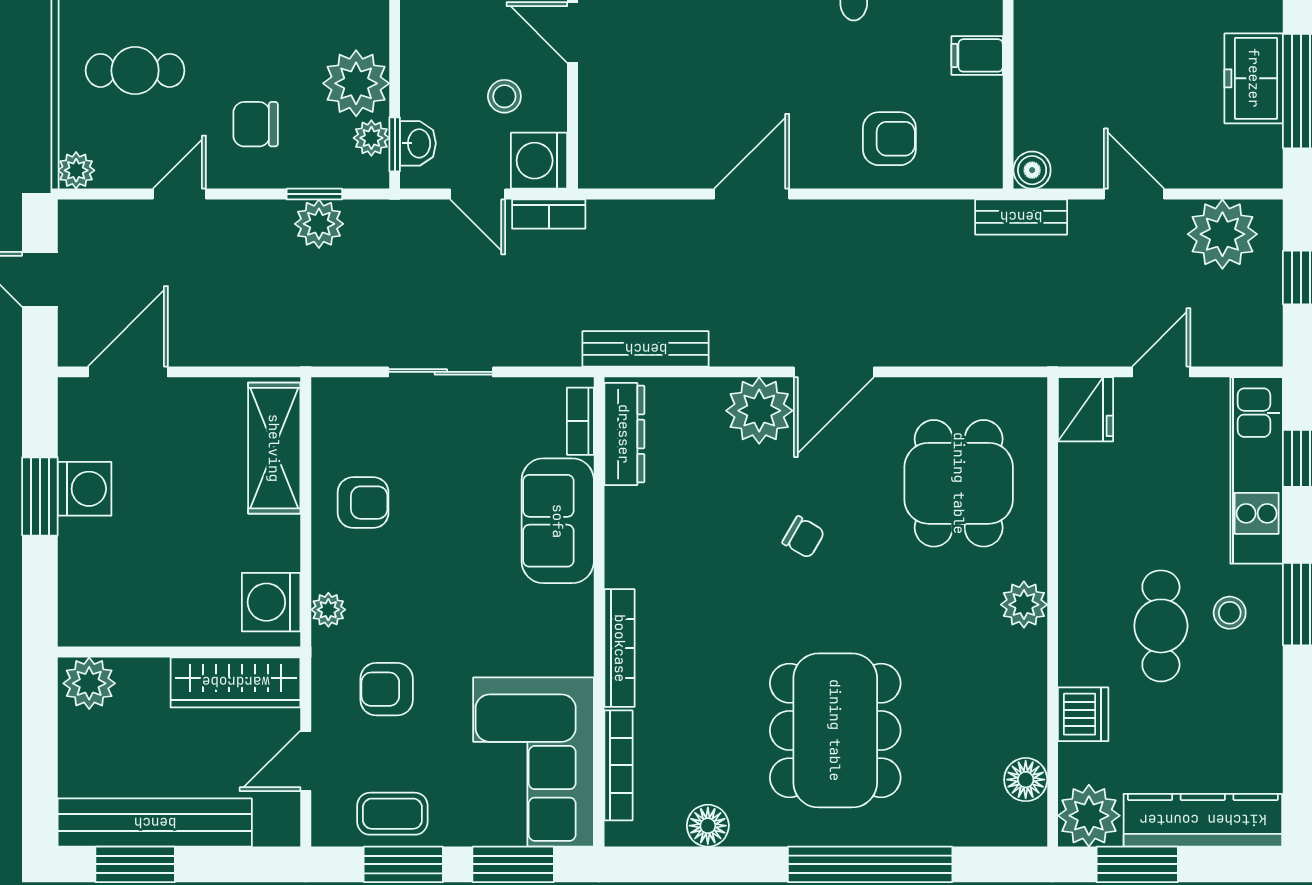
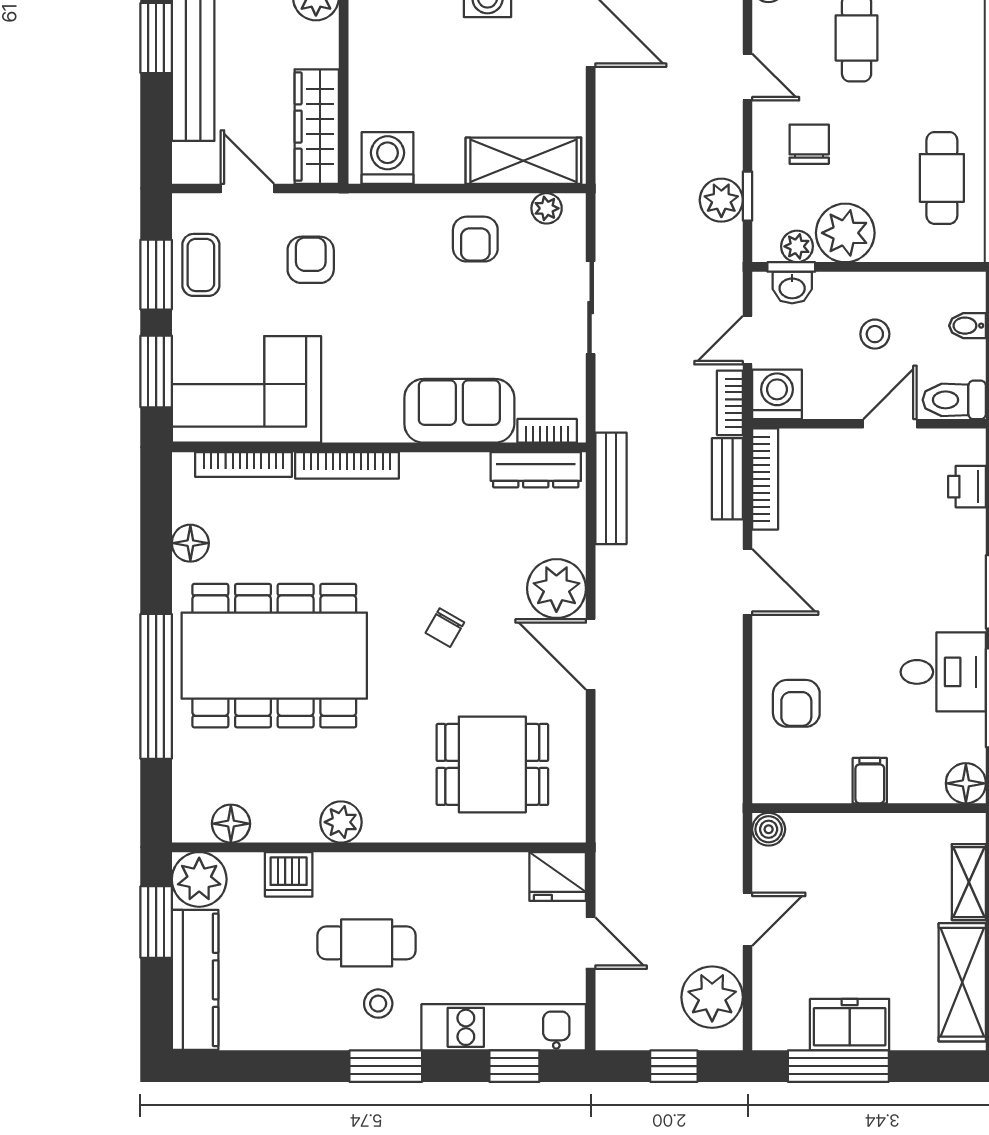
stool: (504, 96) -> (875, 334), moved
bookcase: (635, 174) -> (765, 479), added
bench: (1021, 217) -> (727, 479), moved
plant: (1024, 605) -> (341, 822), moved
plant: (328, 610) -> (547, 208), moved
dining table: (835, 730) -> (274, 656), width x1.36, depth x1.24

